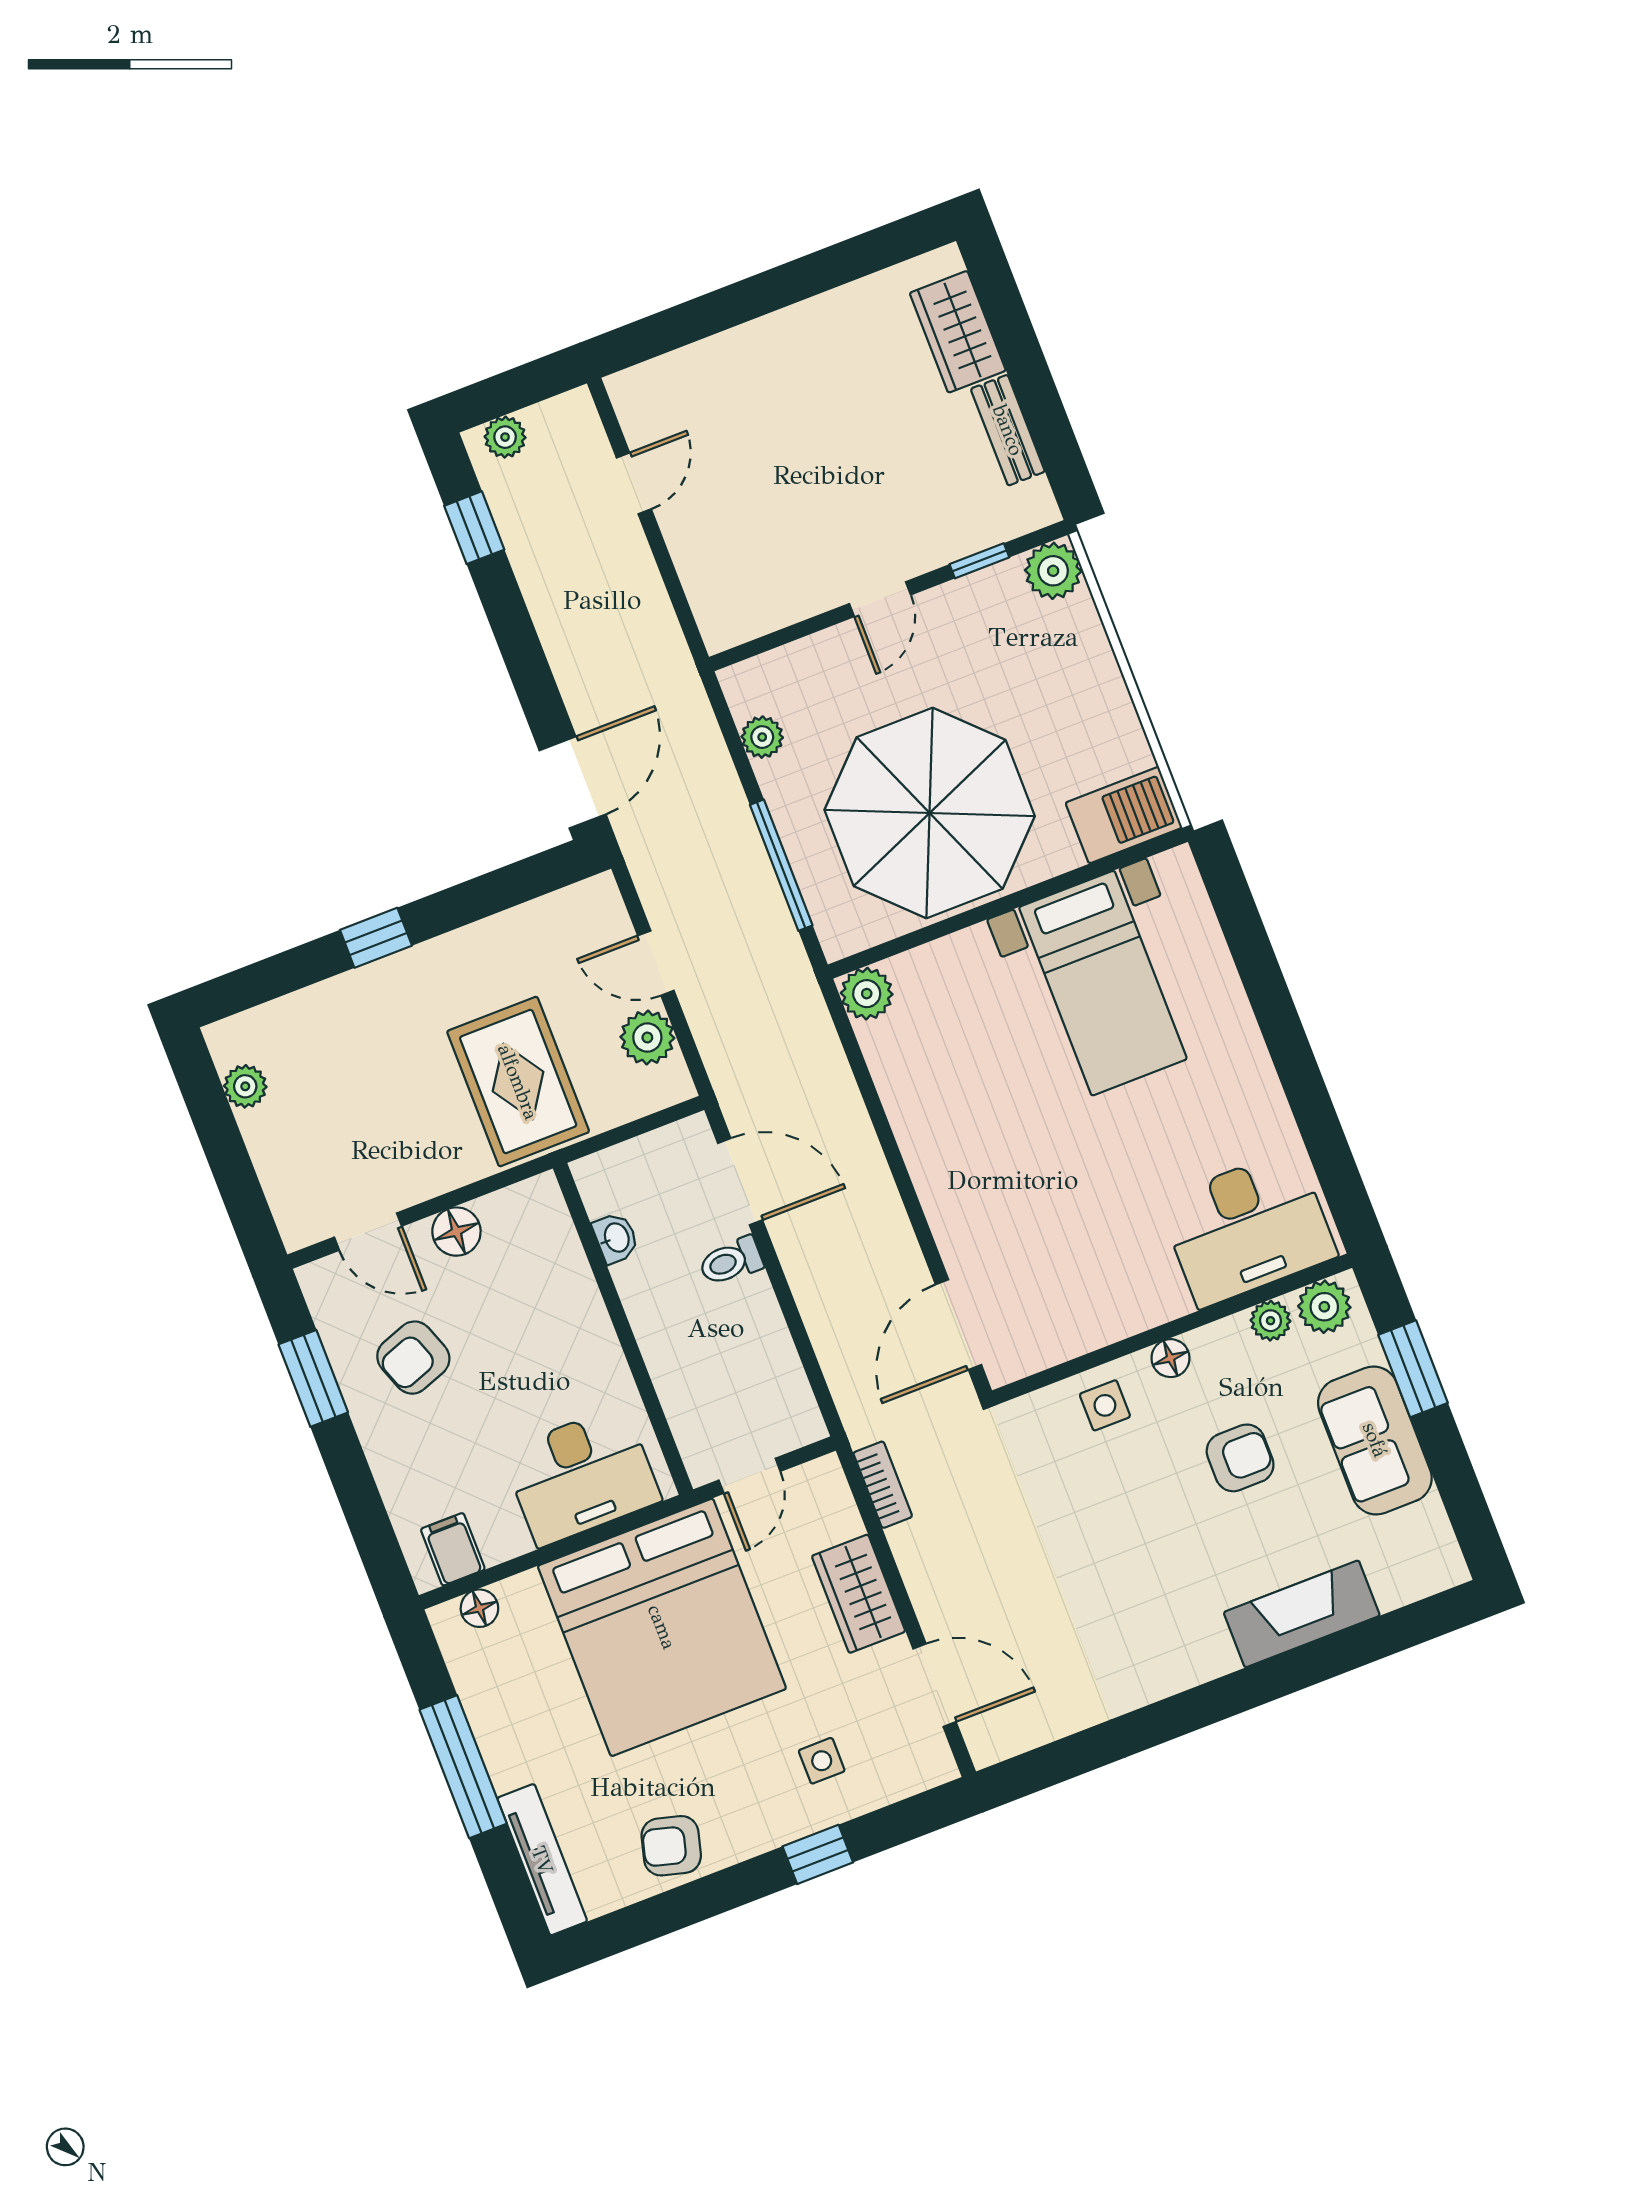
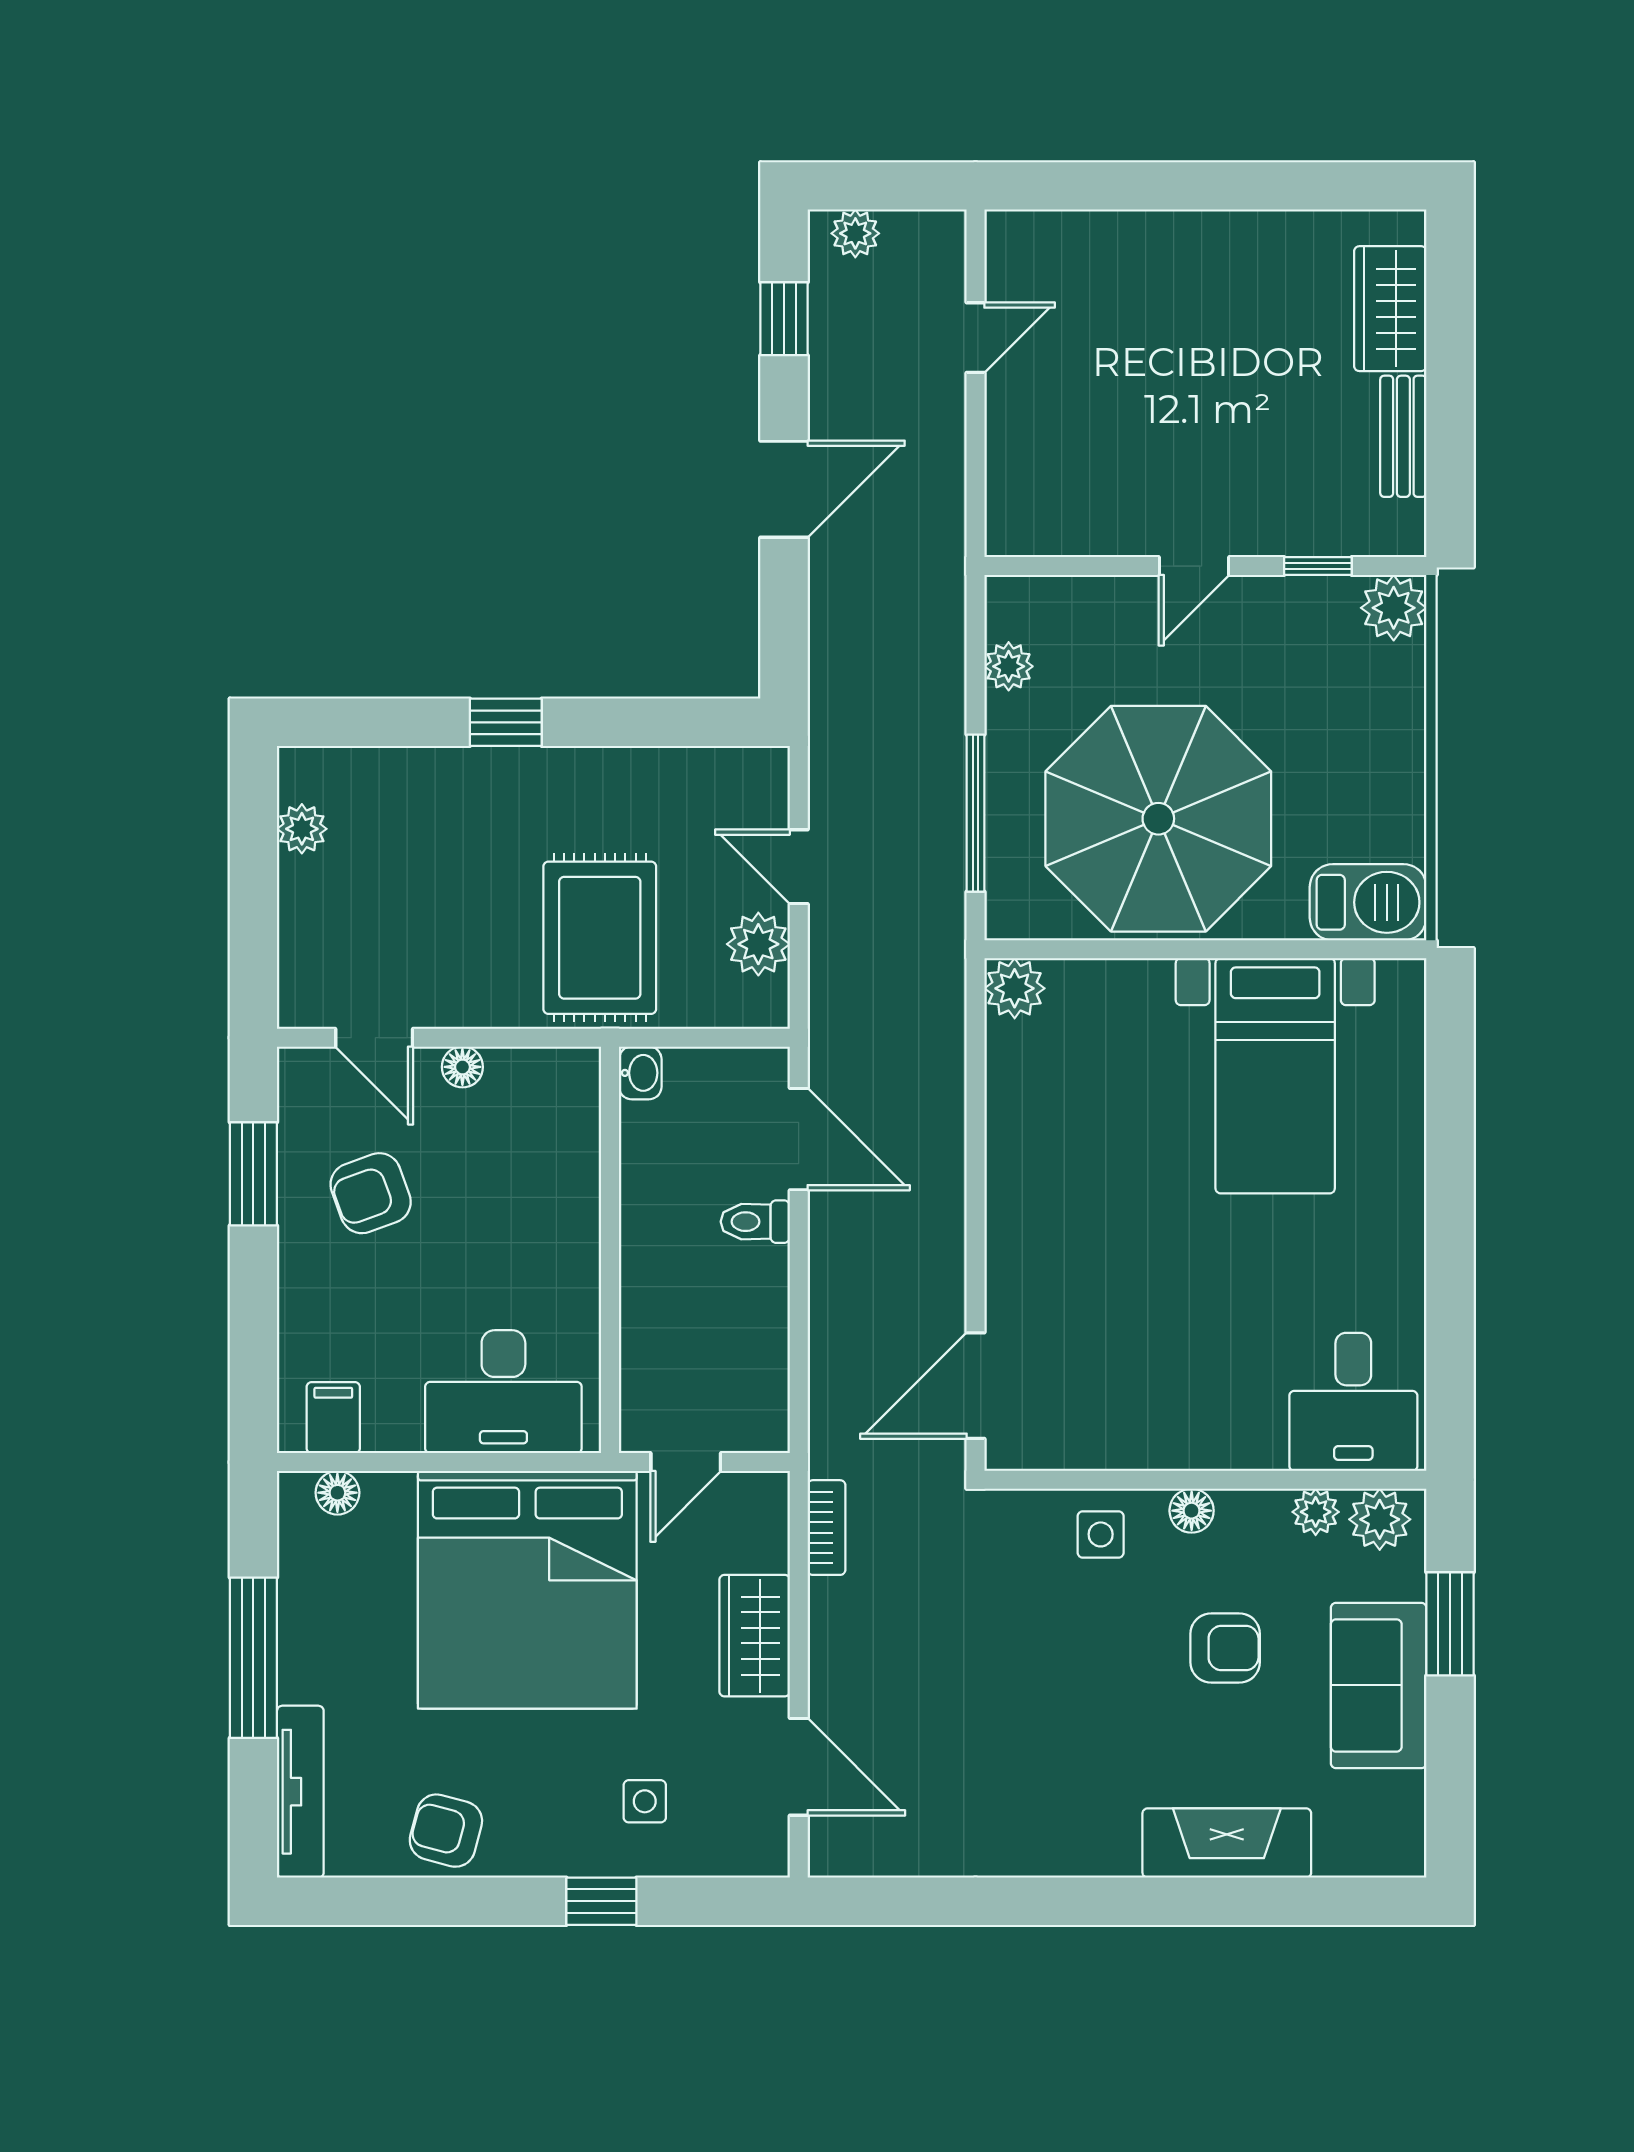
door: (573, 782) -> (784, 489), moved
desk: (1248, 1228) -> (1353, 1402), width x0.73
floor lamp: (456, 1232) -> (462, 1067), width x0.73, depth x0.73
washbasin: (616, 1238) -> (640, 1073), moved

